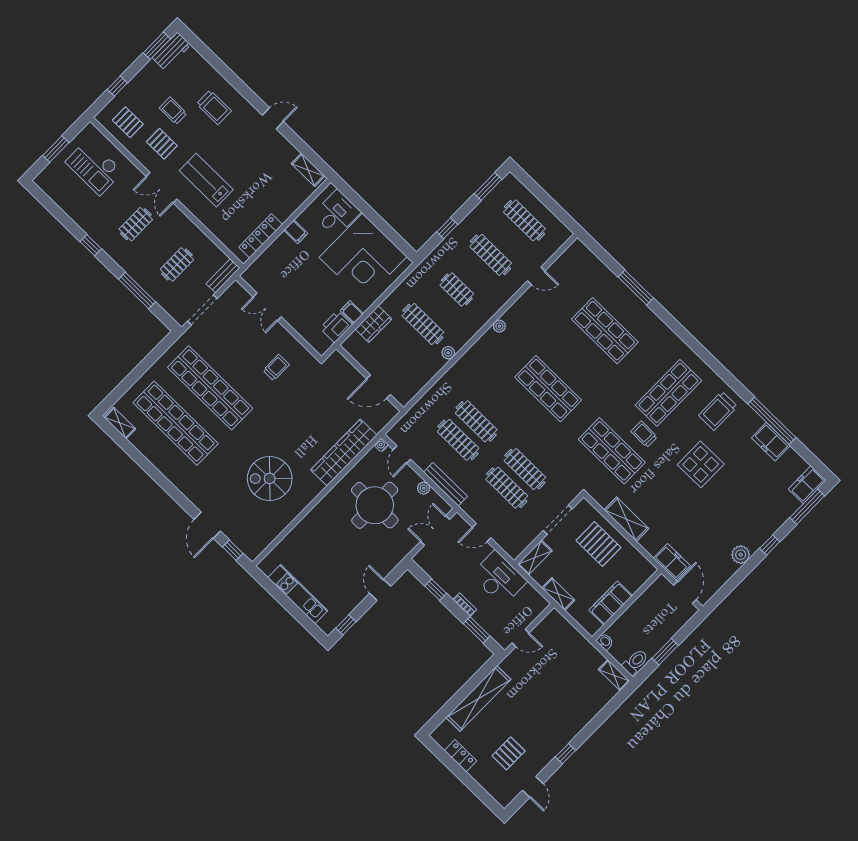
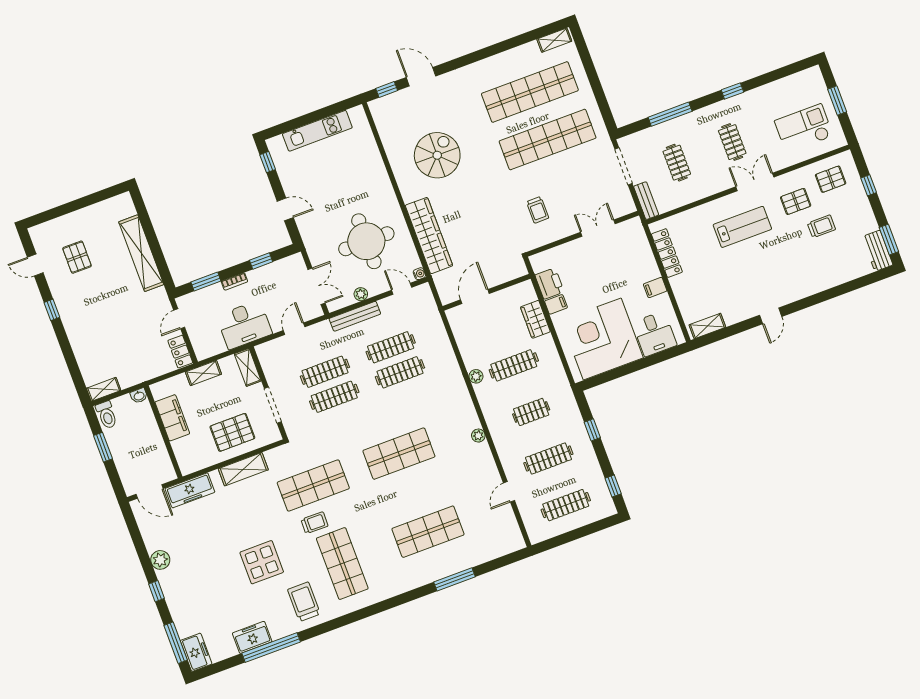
trolley: (214, 107) -> (807, 266), removed
window: (488, 187) -> (613, 486), width x0.67
freezer: (672, 562) -> (190, 490), width x1.40
locker: (460, 756) -> (180, 352), moved, turned 90

